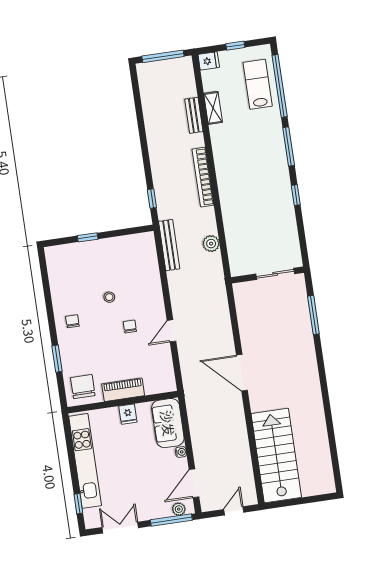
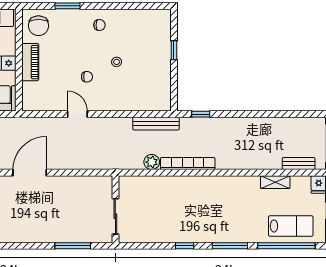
bench: (194, 115) -> (299, 164), moved
bookcase: (203, 177) -> (188, 164), moved
chair: (83, 387) -> (38, 26), turned 90

